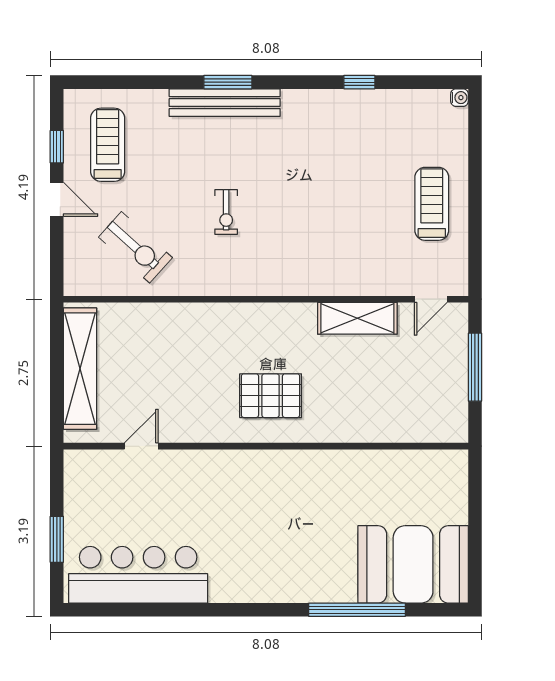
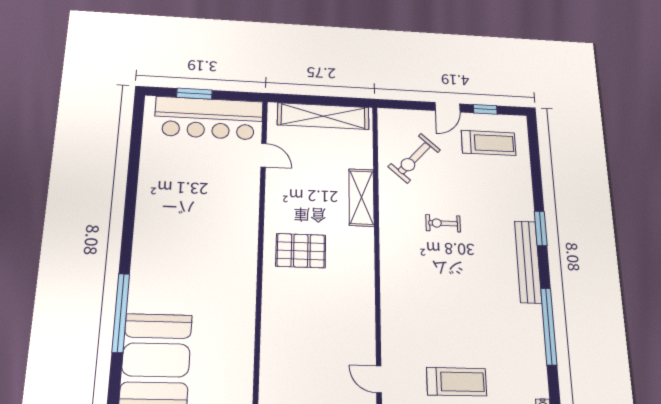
window: (359, 82) -> (549, 326), width x3.17
bench: (225, 103) -> (528, 262), moved
shelving: (357, 318) -> (361, 197), moved
pallet: (271, 396) -> (301, 251), turned 90
bar counter: (138, 575) -> (209, 118), moved, turned 90

